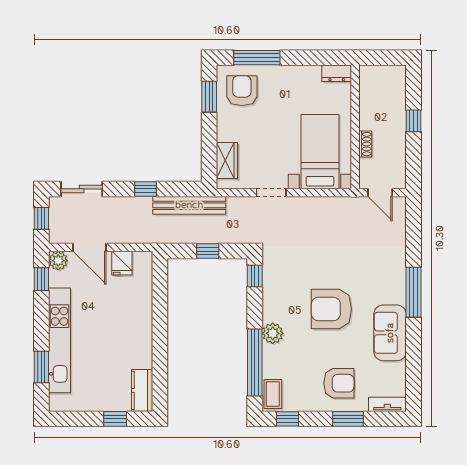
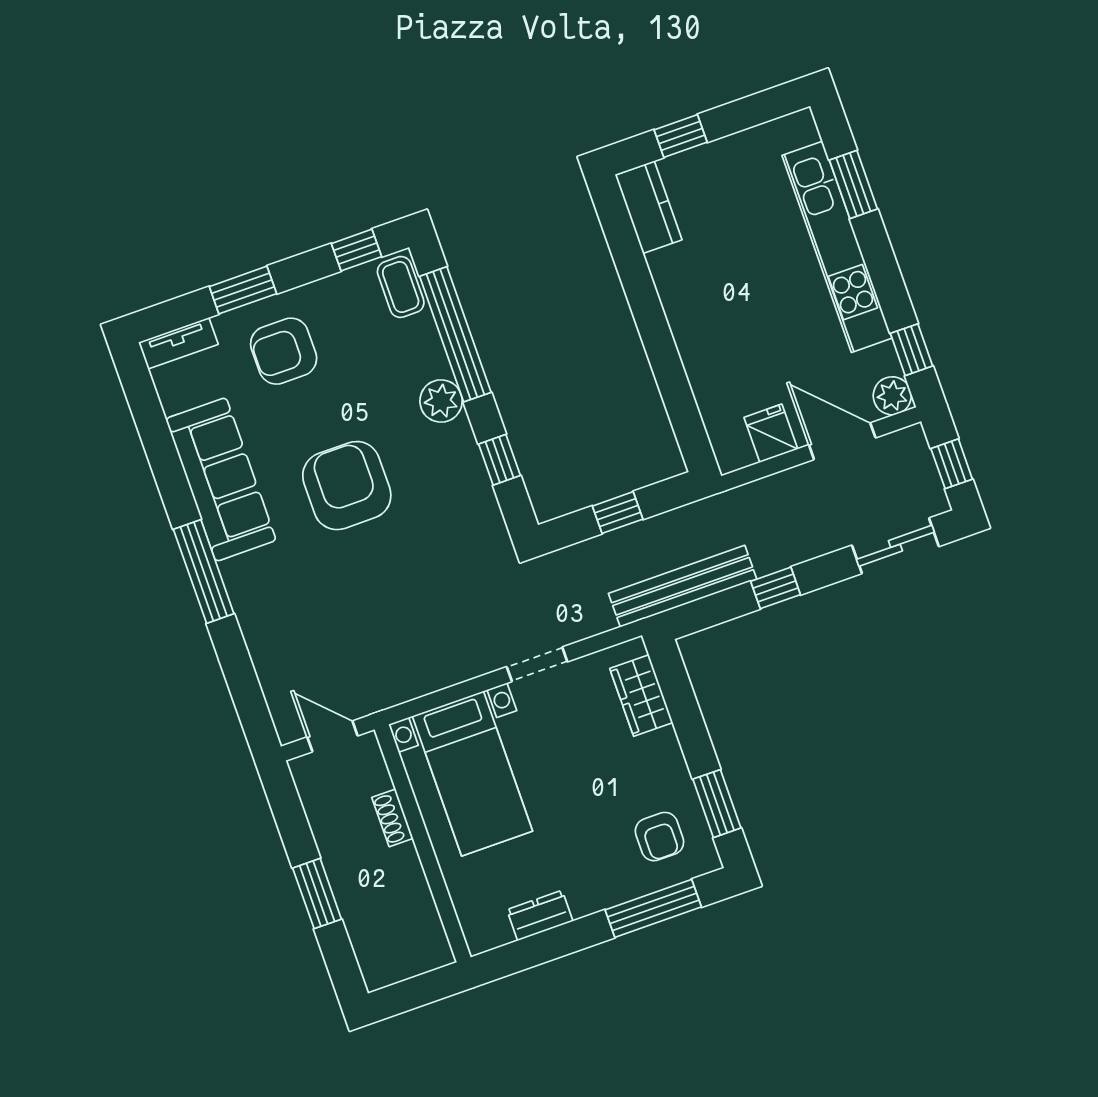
dresser: (337, 73) -> (540, 915), moved
armchair: (242, 91) -> (659, 837), width x0.72, depth x0.72
window: (414, 121) -> (317, 894), width x1.50
window: (255, 276) -> (500, 460), moved
armchair: (331, 309) -> (347, 486), turned -90
sofa: (390, 333) -> (221, 479), width x1.36

